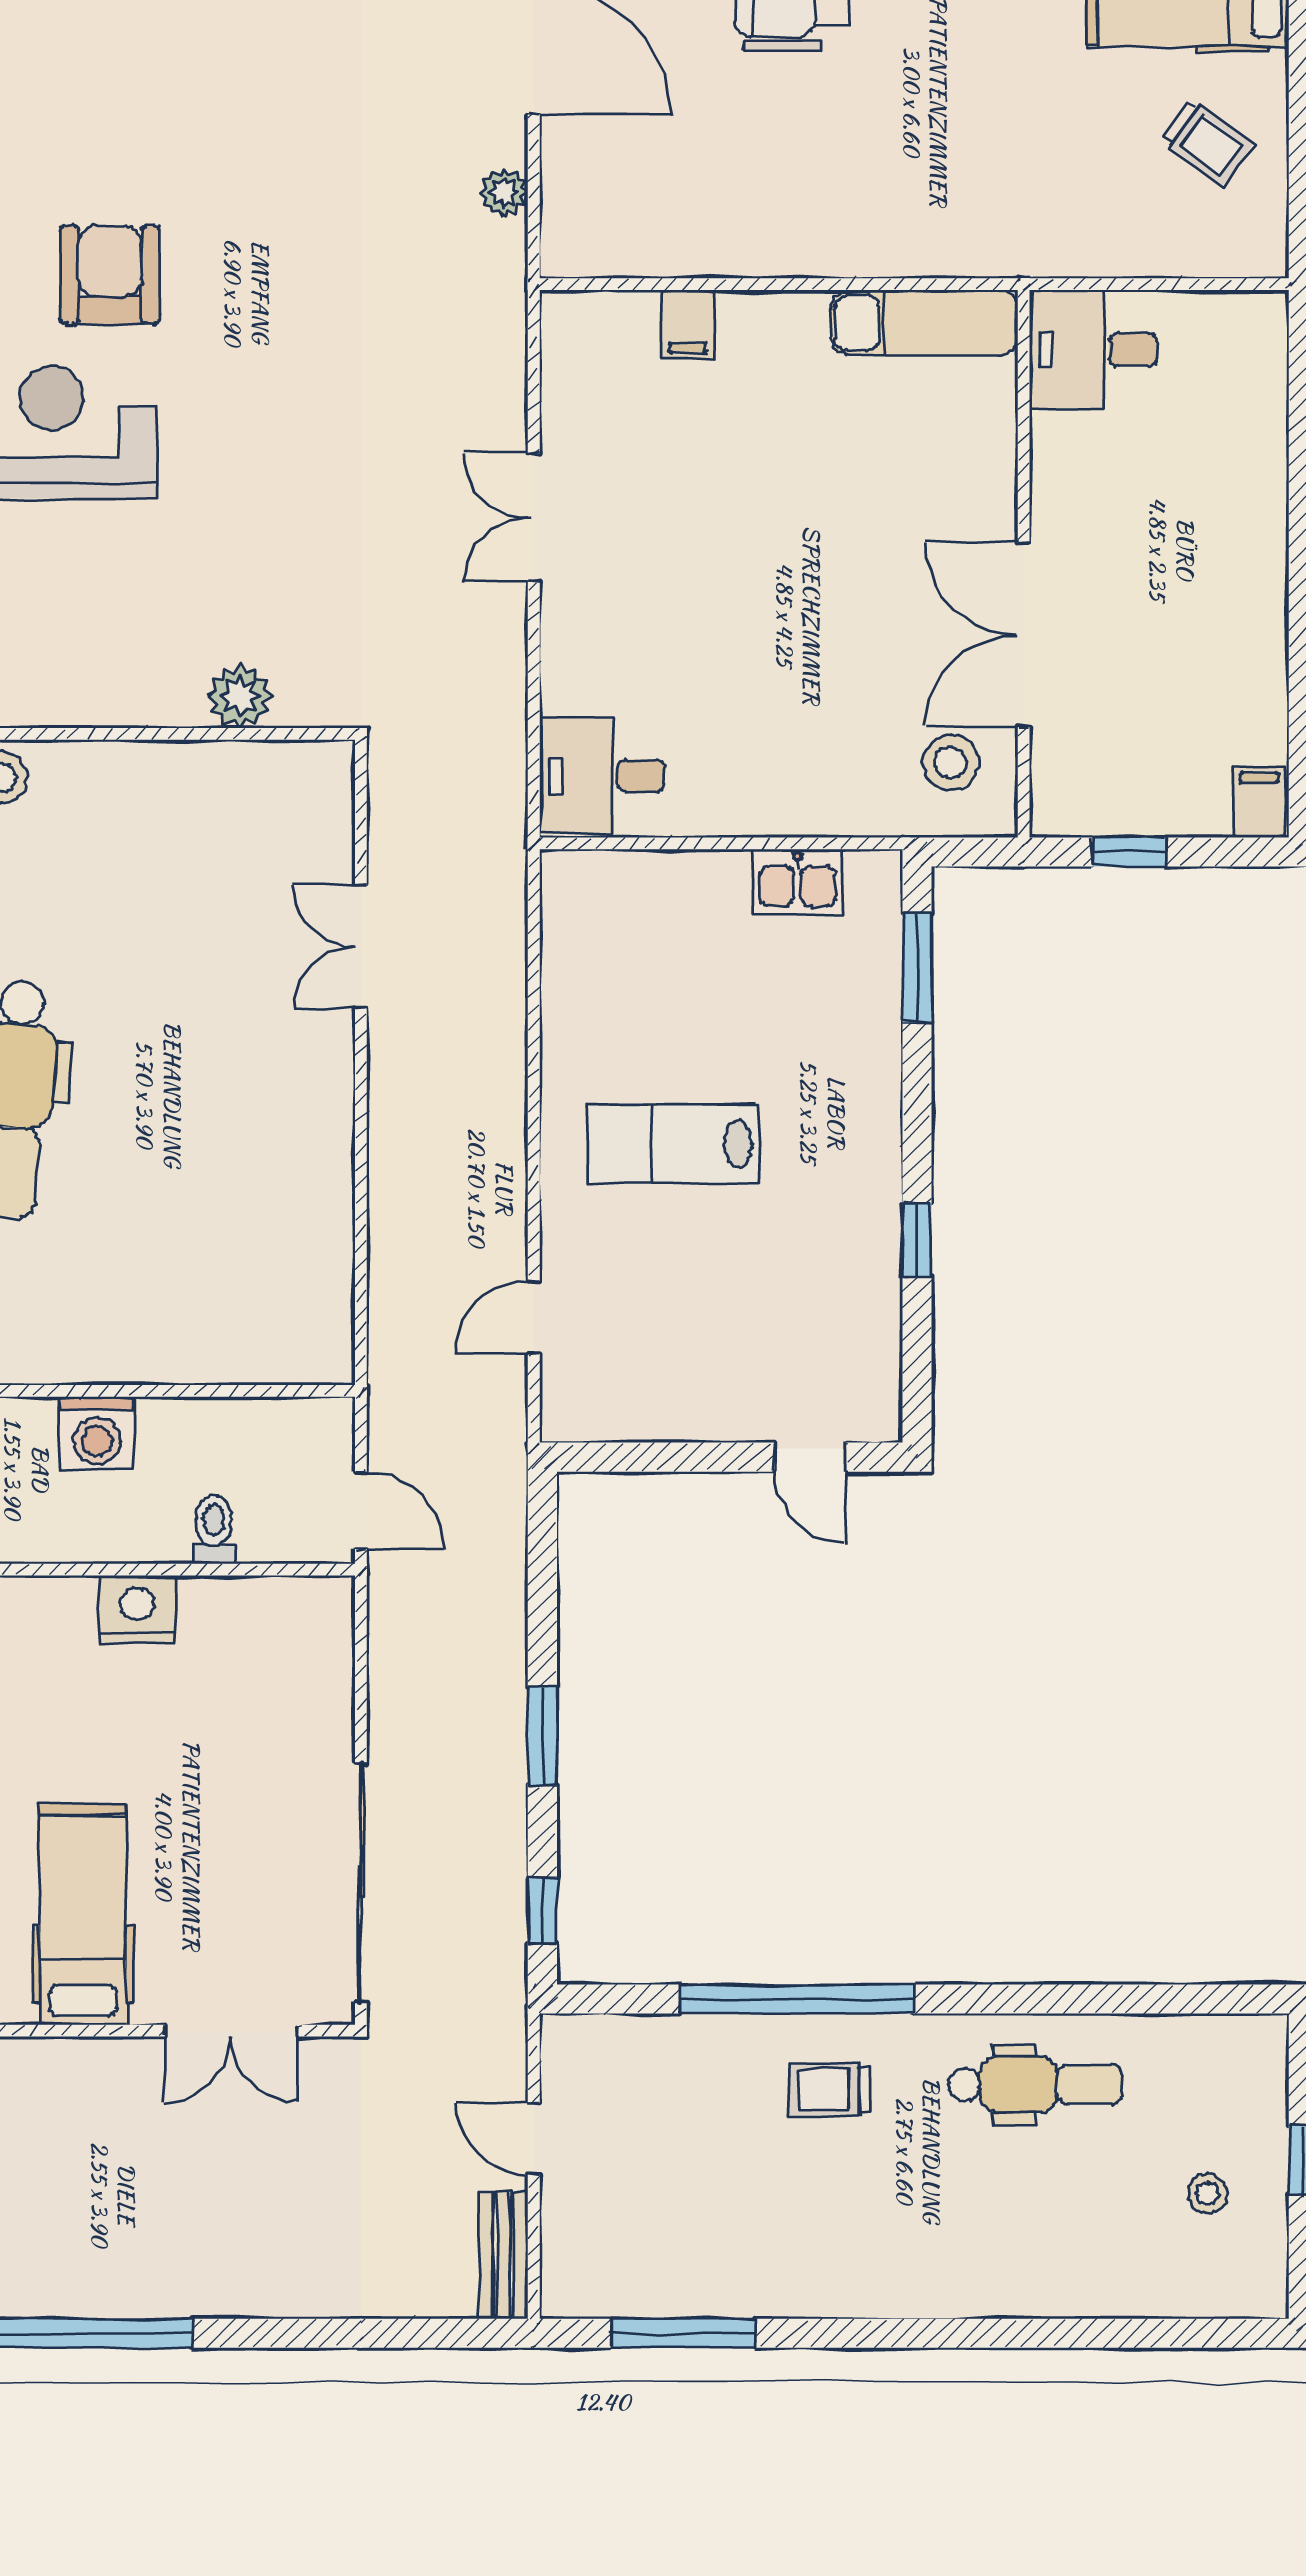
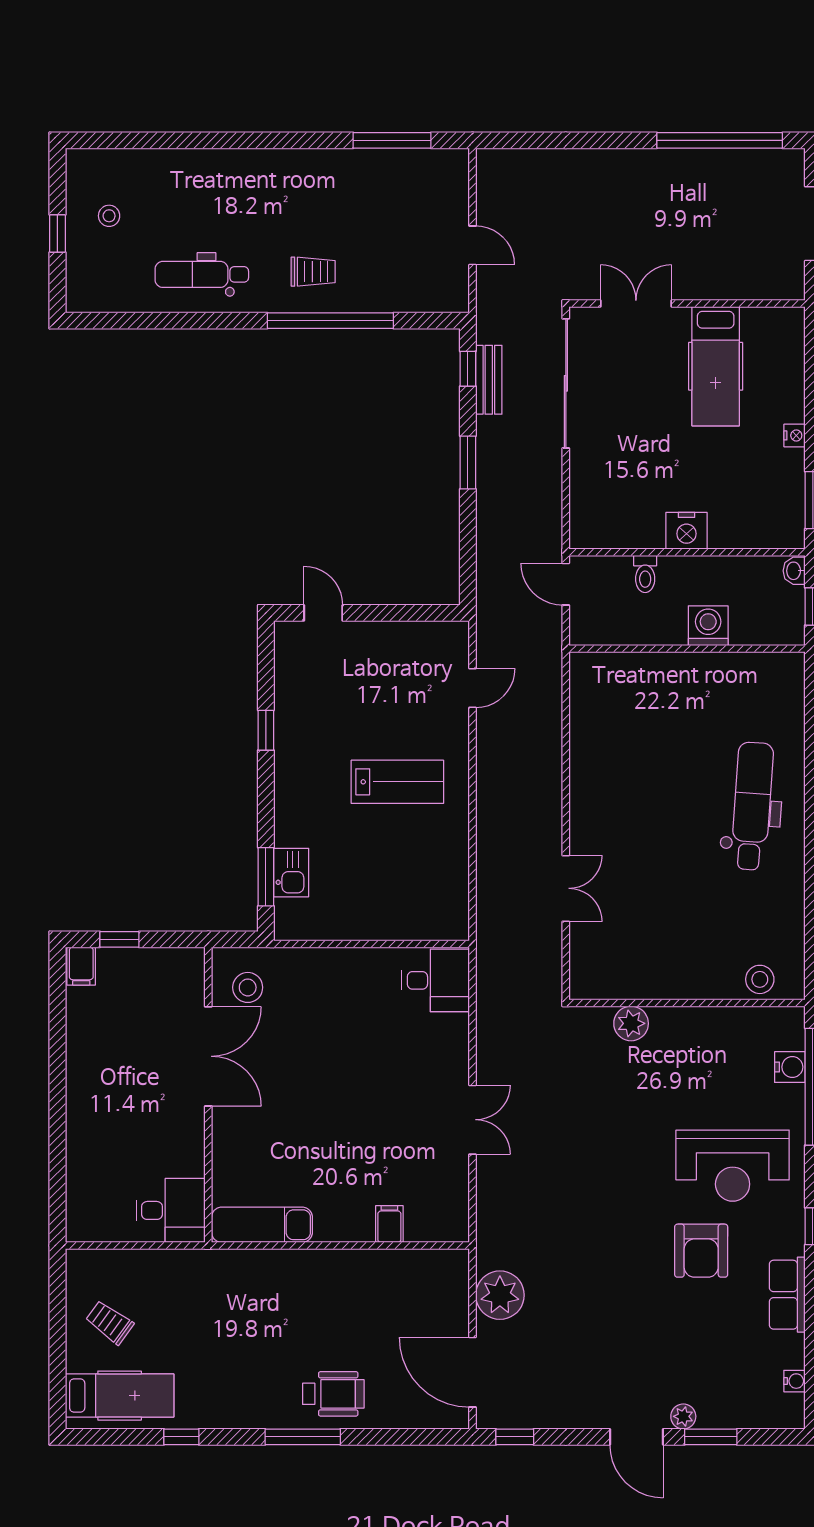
plant: (504, 192) -> (500, 1295), width x1.87, depth x1.87
window: (1129, 852) -> (119, 939), moved
kitchen sink: (797, 882) -> (291, 873), moved, turned 90
bench: (504, 2255) -> (489, 380), moved

